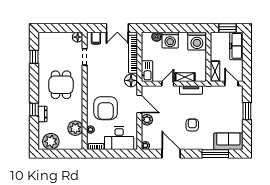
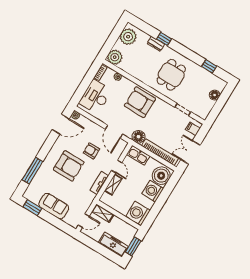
floor lamp: (78, 37) -> (215, 95), moved
boiler: (157, 37) -> (161, 176), width x1.86, depth x1.86
dining table: (61, 85) -> (171, 75), turned 90
door: (139, 104) -> (114, 132), hinge flipped
armchair: (106, 108) -> (140, 102), moved
window: (247, 111) -> (32, 208), moved
armchair: (168, 113) -> (91, 151), added
plant: (147, 120) -> (97, 130), removed
armchair: (192, 125) -> (69, 166), width x1.88, depth x1.88
plant: (75, 128) -> (115, 57), moved
sofa: (228, 141) -> (54, 206), moved, turned -90
door: (171, 154) -> (61, 124), moved

